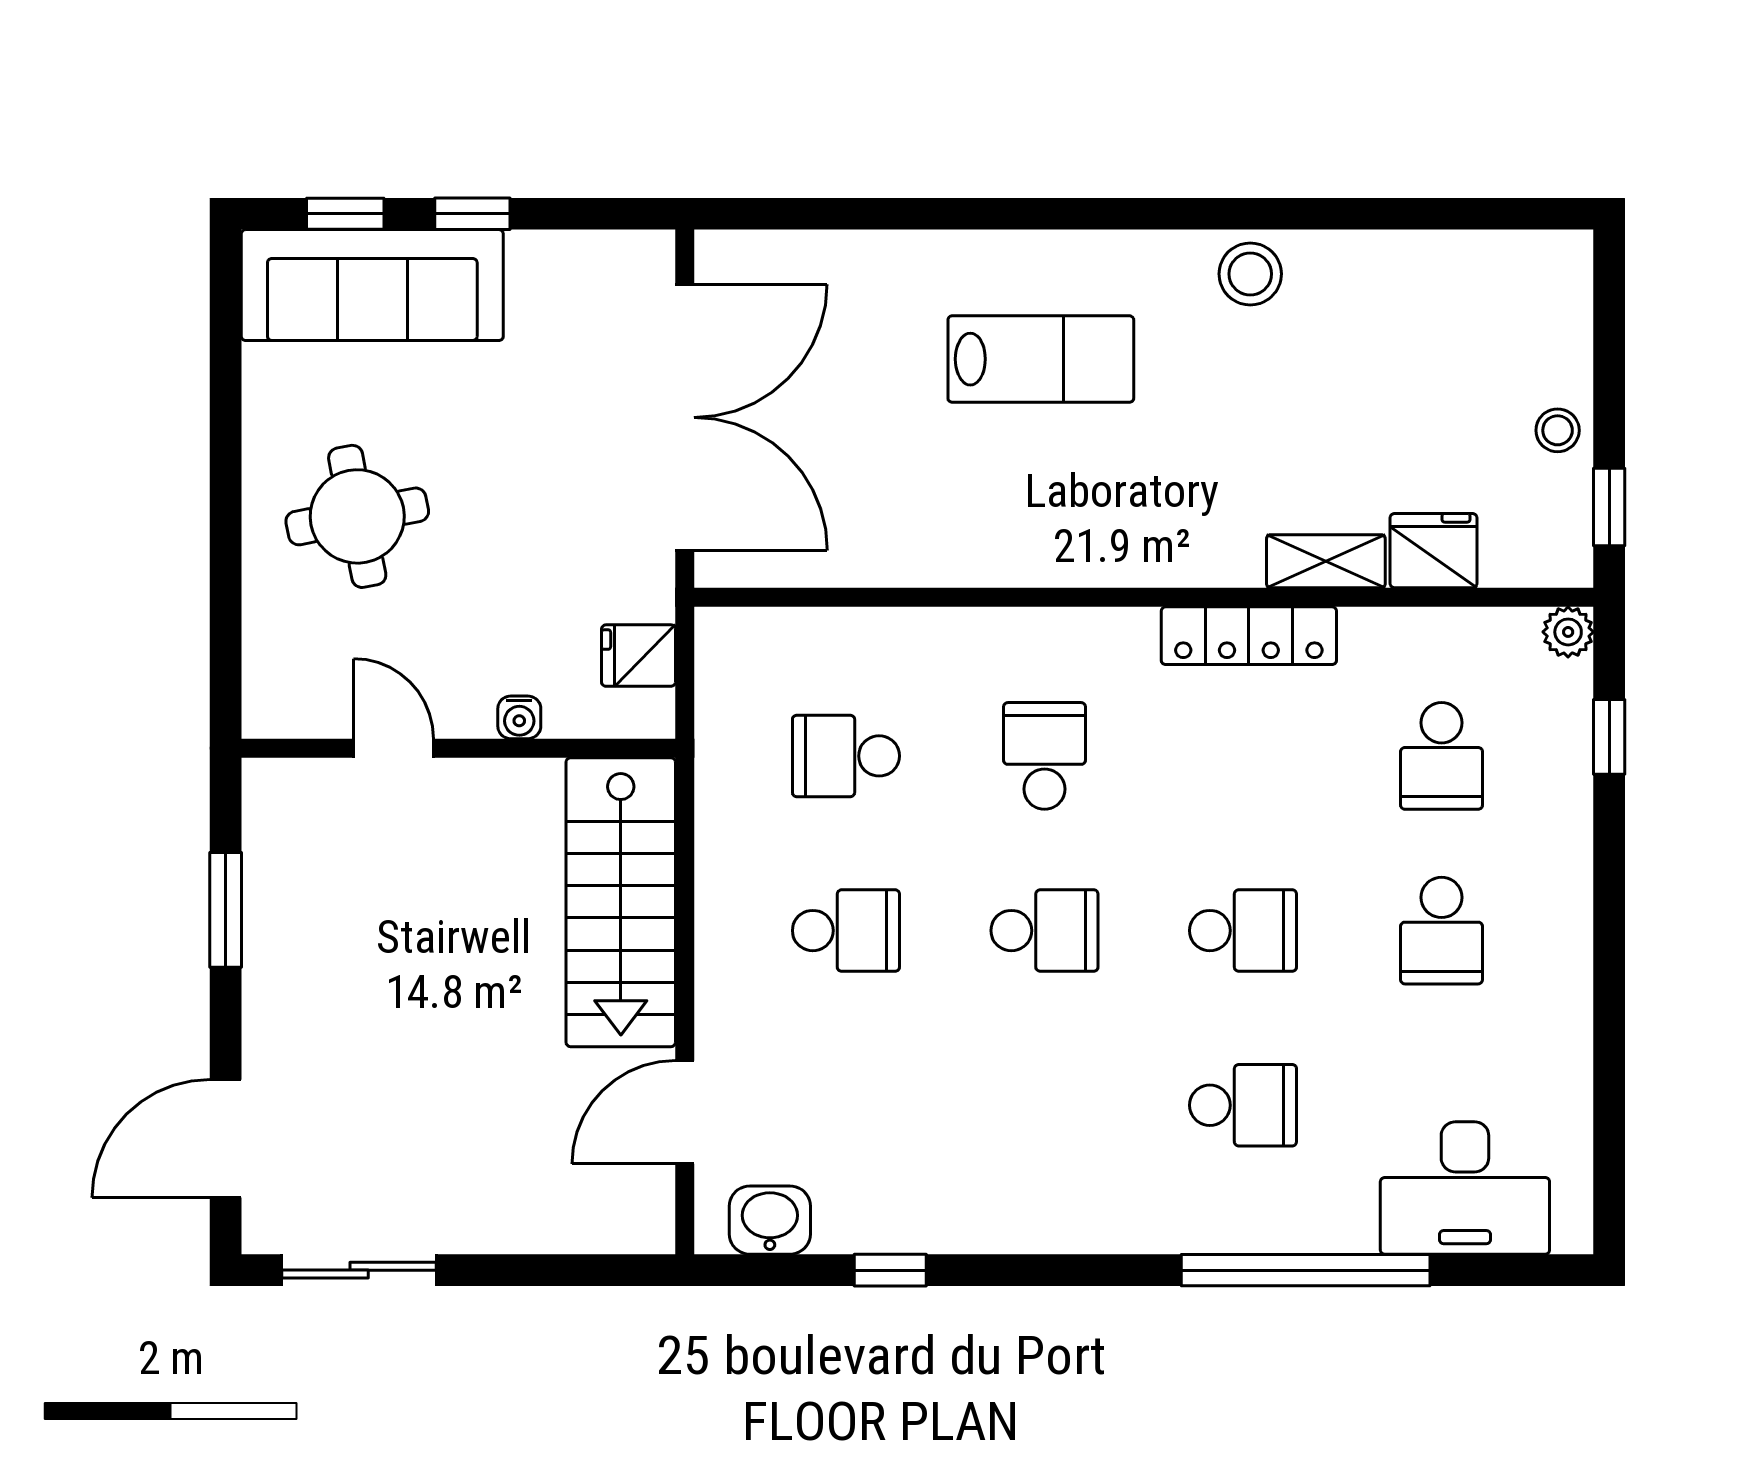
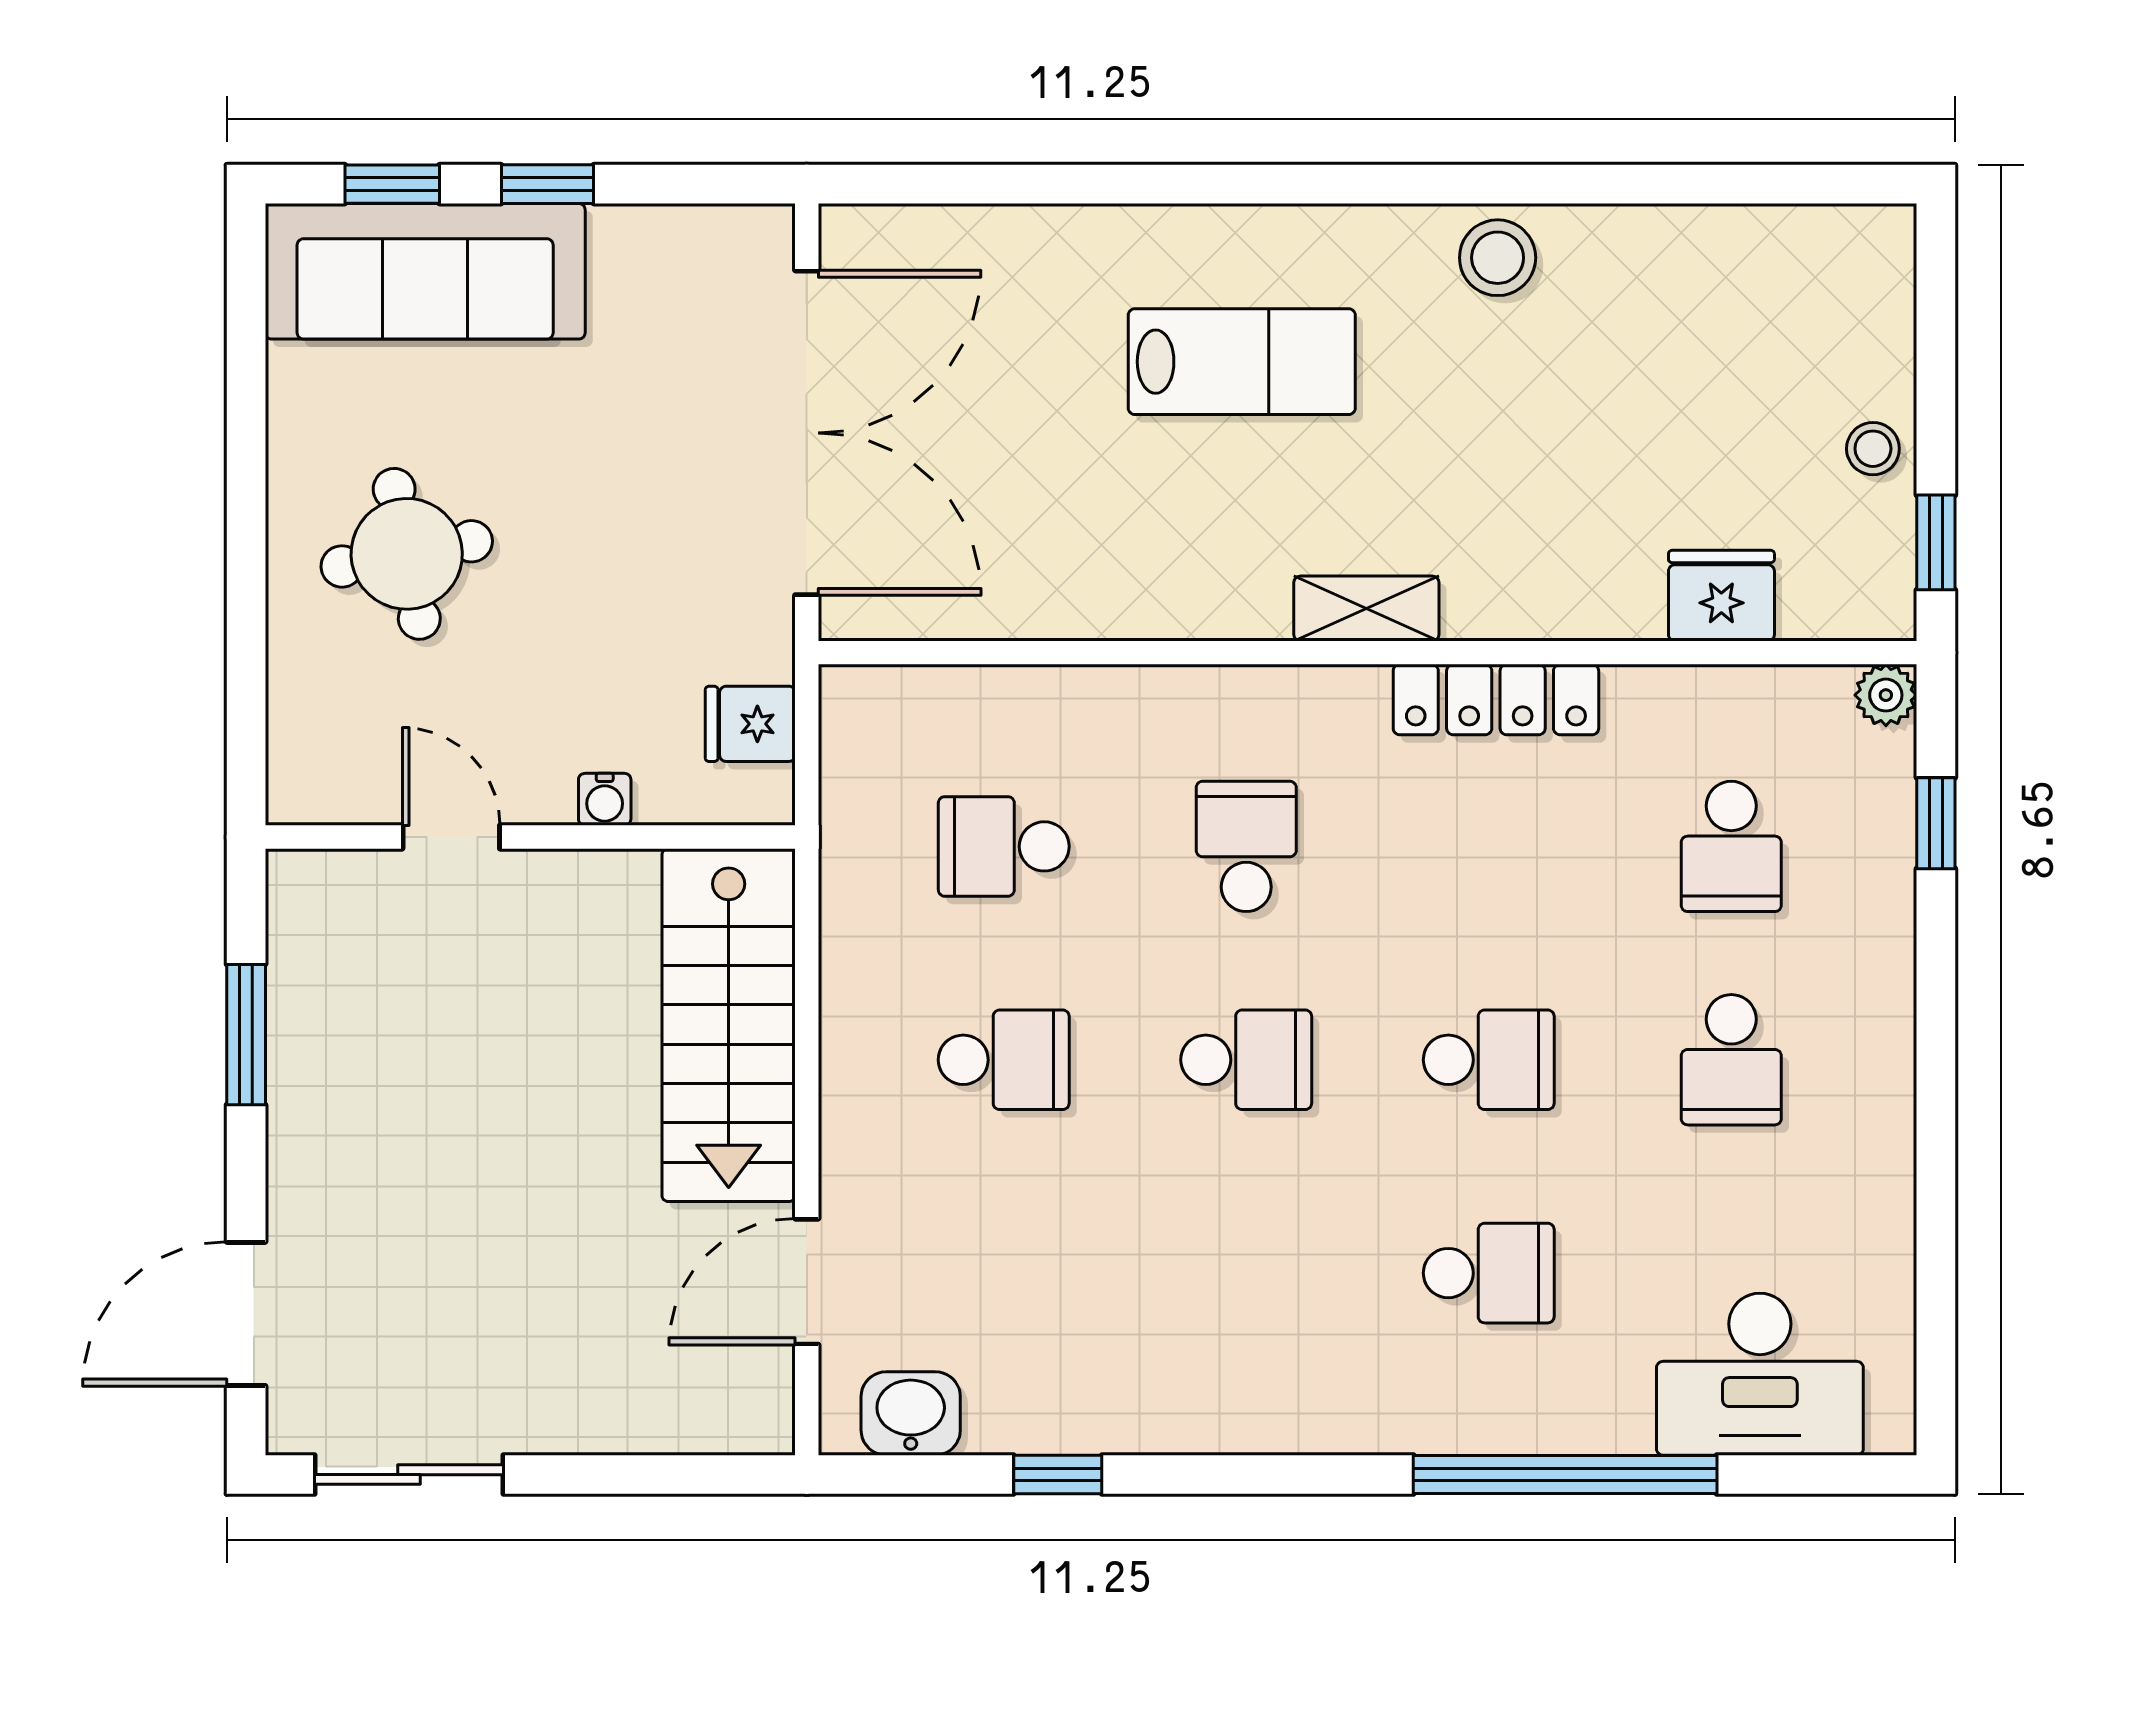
shelving: (1326, 561) -> (1366, 609), moved

